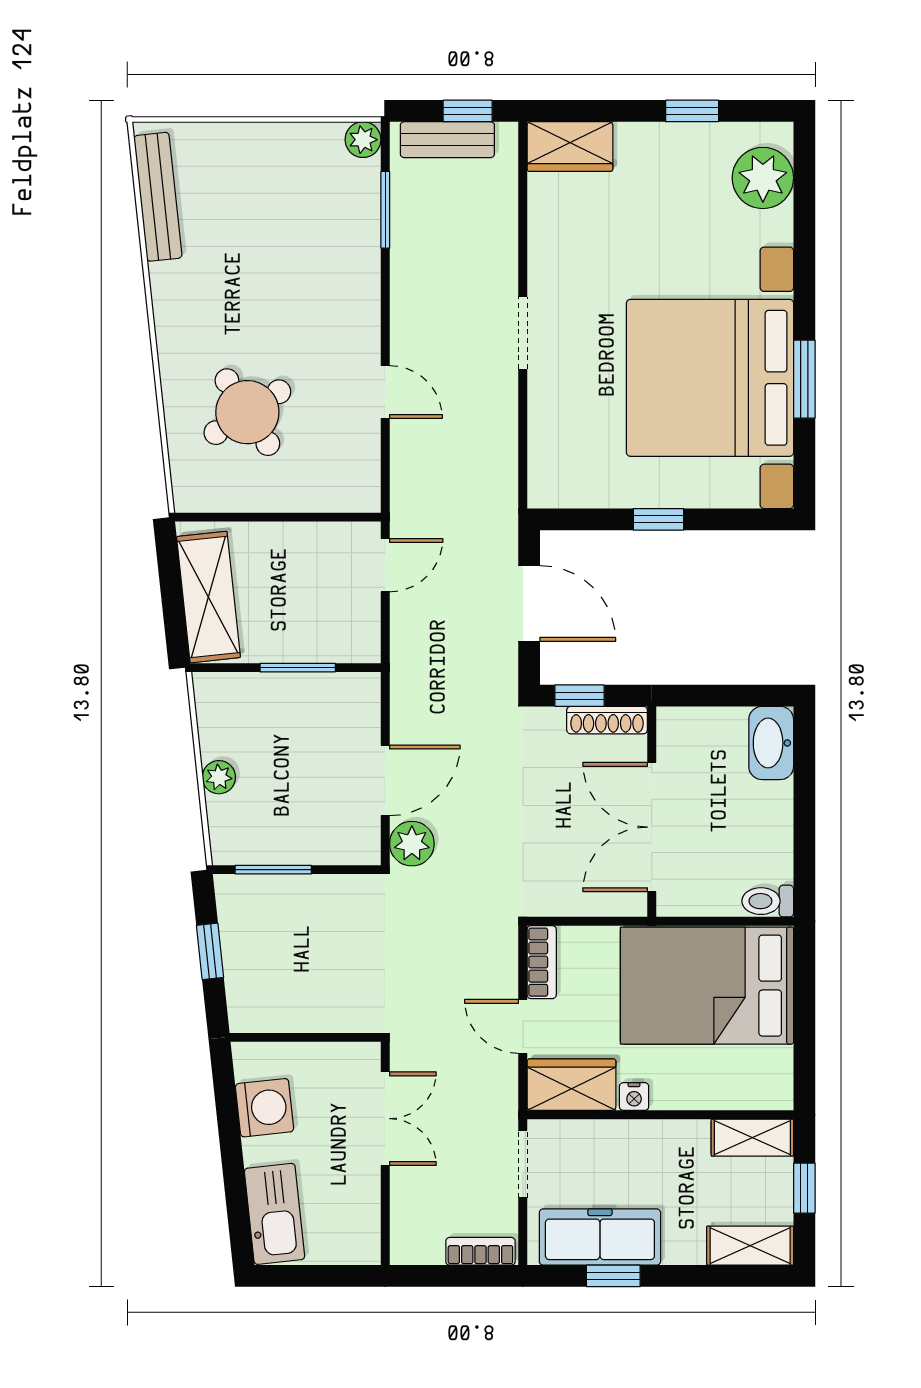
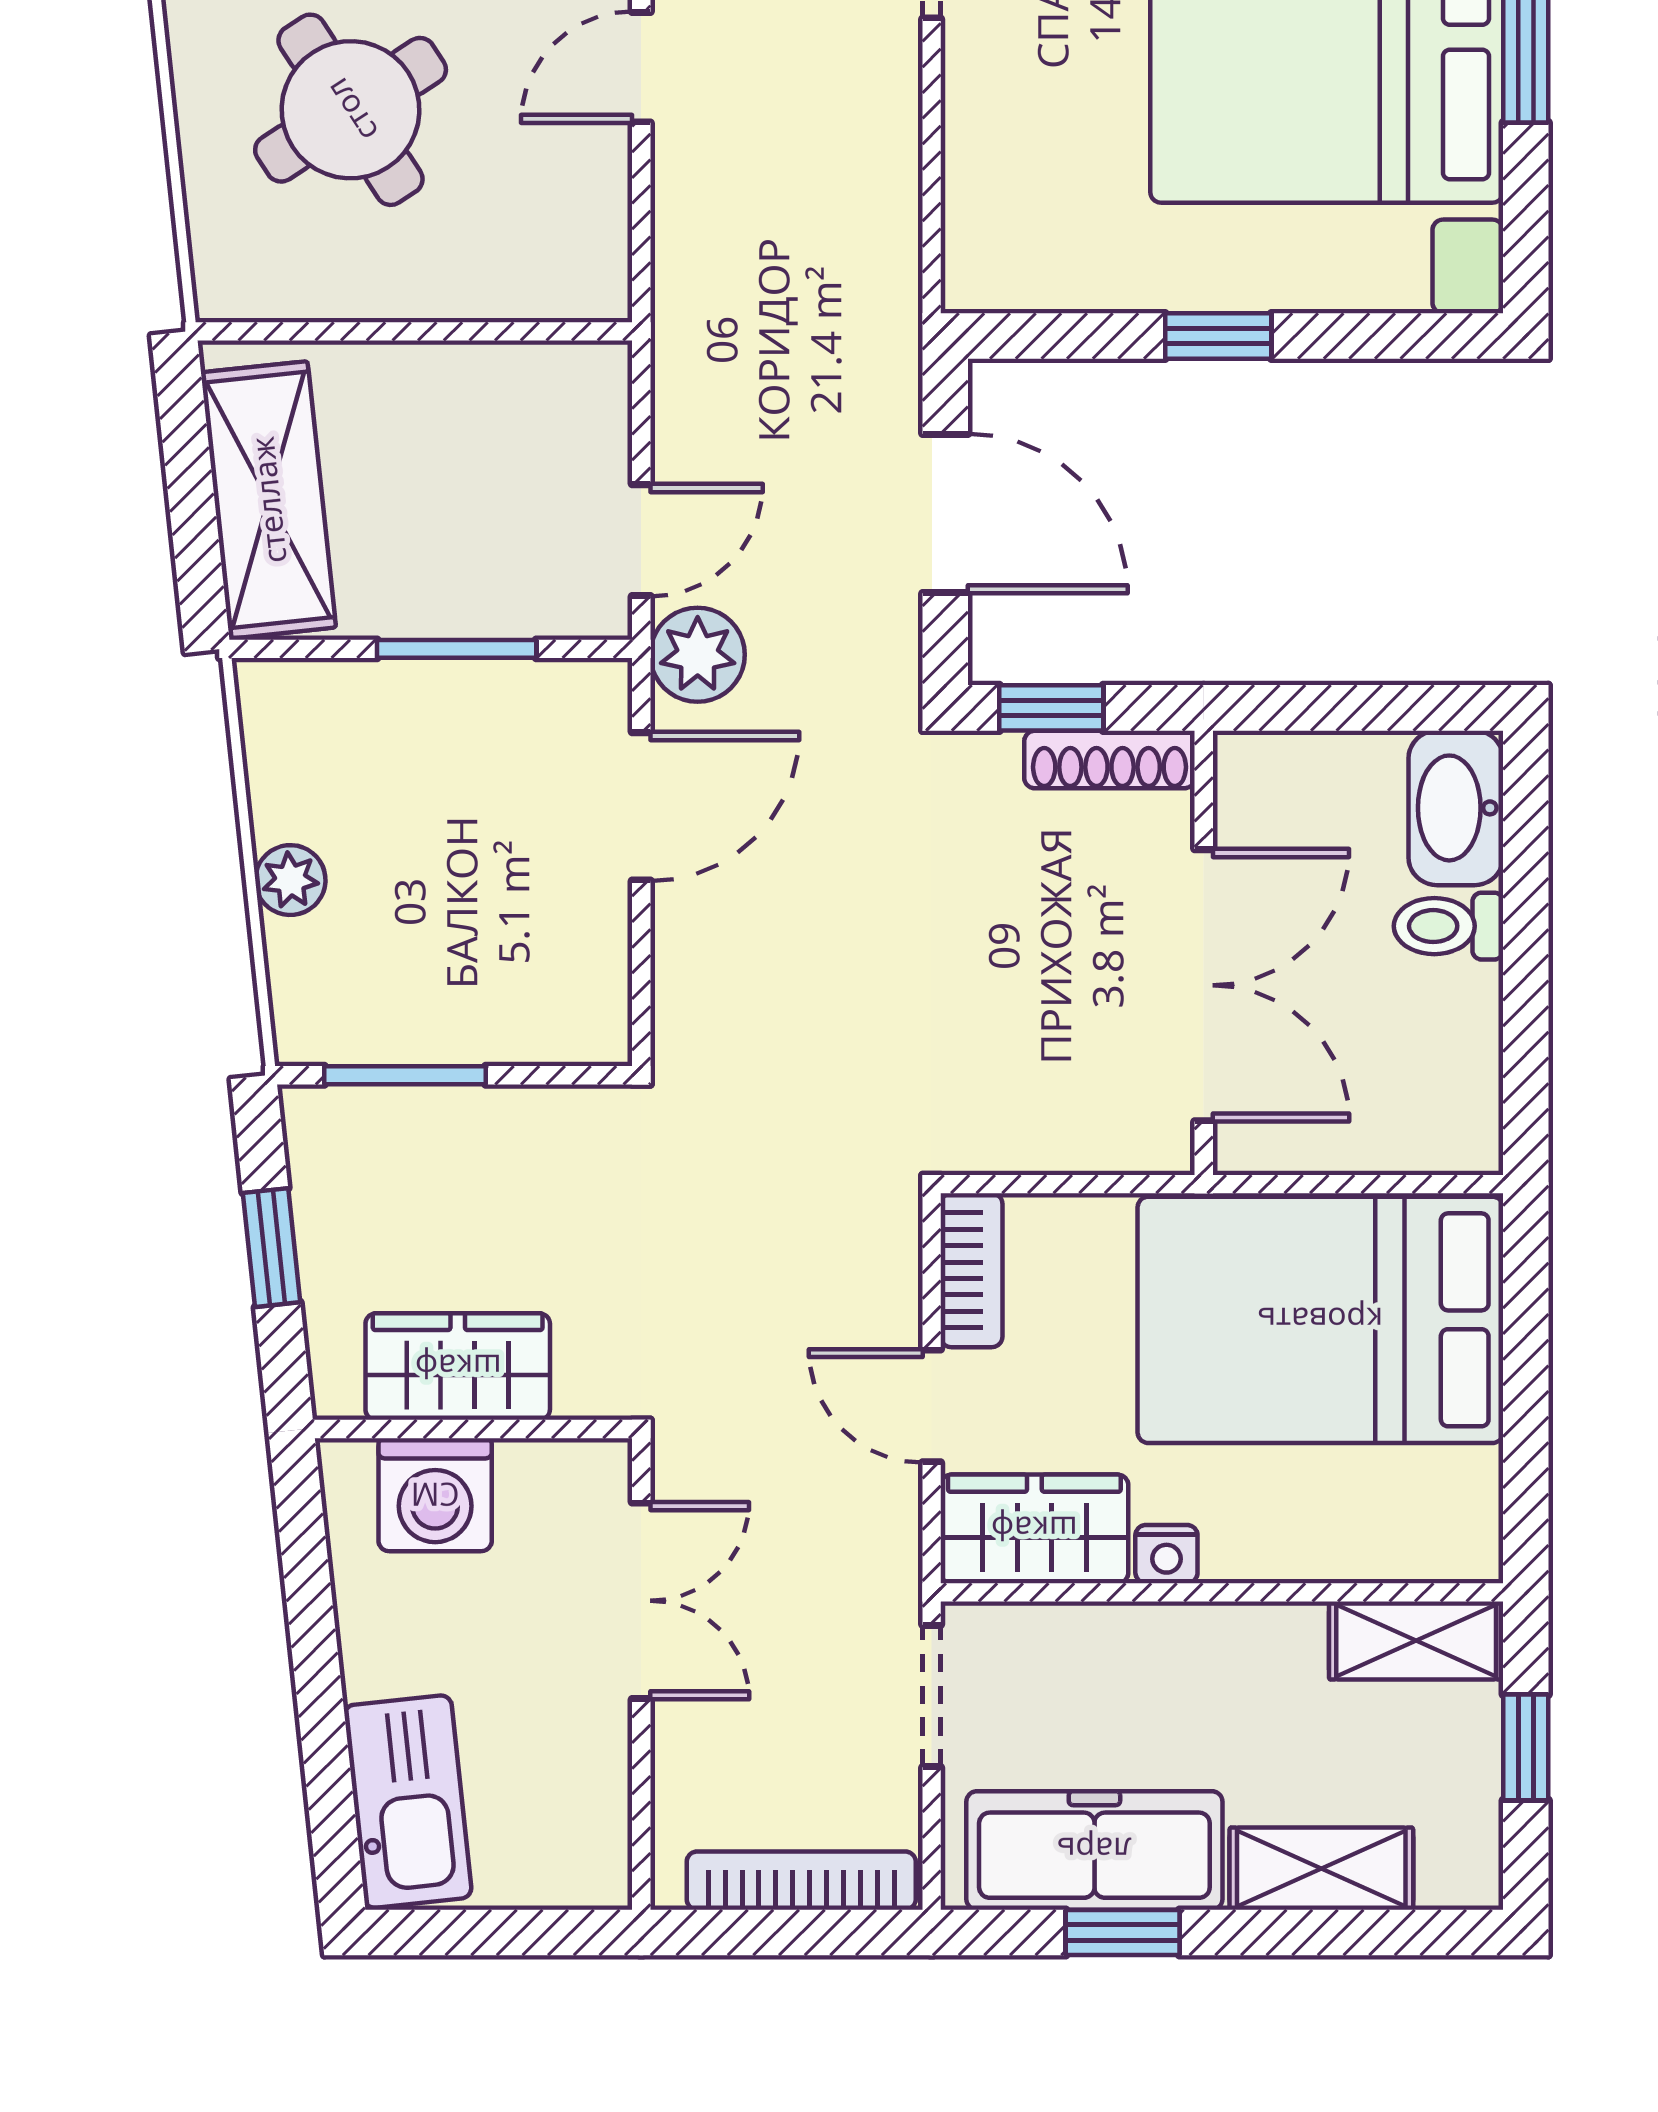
door: (385, 392) -> (641, 67), swing flipped
door: (385, 565) -> (641, 540), moved
door: (385, 780) -> (641, 806), moved
double door: (652, 827) -> (1204, 985), swing flipped
plant: (412, 844) -> (698, 655), moved
toilet: (768, 901) -> (1448, 926), moved
wardrobe: (298, 1008) -> (458, 1367), added
washing machine: (265, 1108) -> (435, 1495), moved, turned 96
shelving: (750, 1246) -> (1321, 1869), moved
bookcase: (480, 1251) -> (801, 1881), width x1.56

